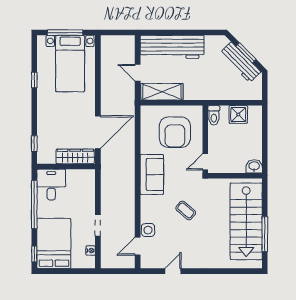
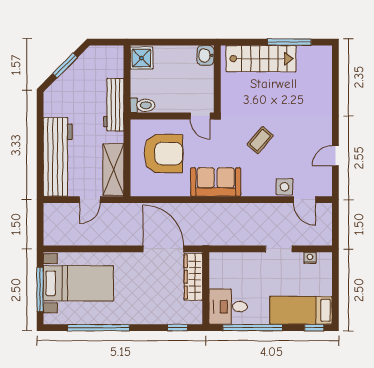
workbench: (240, 62) -> (114, 105), moved, turned 135
window: (34, 80) -> (99, 328), width x3.17
shower: (238, 115) -> (142, 58), moved
stairs: (246, 221) -> (261, 59), width x0.73, depth x0.66
bed: (54, 243) -> (301, 310), width x0.67
door: (173, 271) -> (335, 156), hinge flipped

